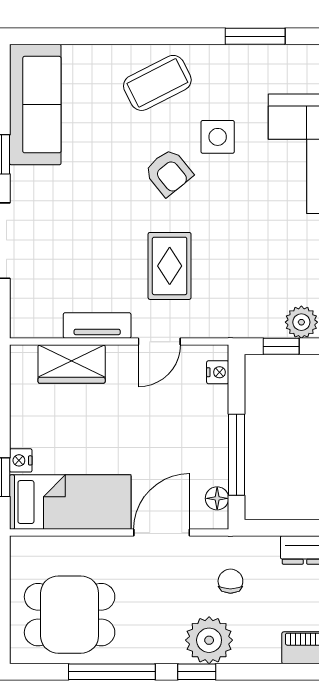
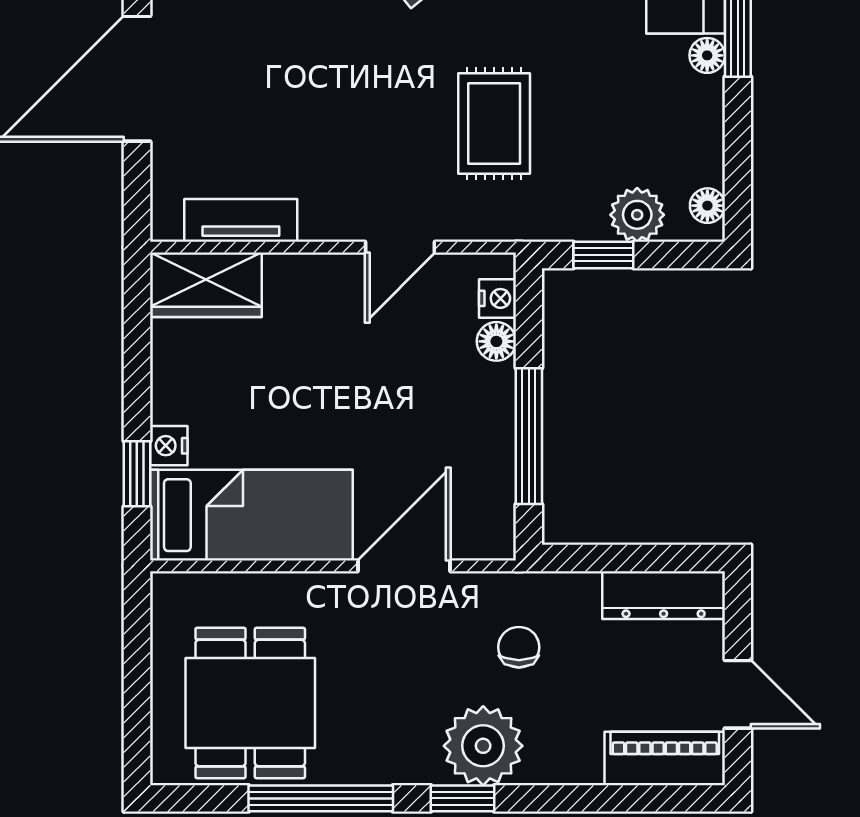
rug: (170, 266) -> (494, 124), moved
tv unit: (97, 326) -> (241, 220), moved
wardrobe: (72, 364) -> (206, 285), moved
floor lamp: (217, 498) -> (496, 341), moved
dining table: (70, 615) -> (250, 703), turned 90

